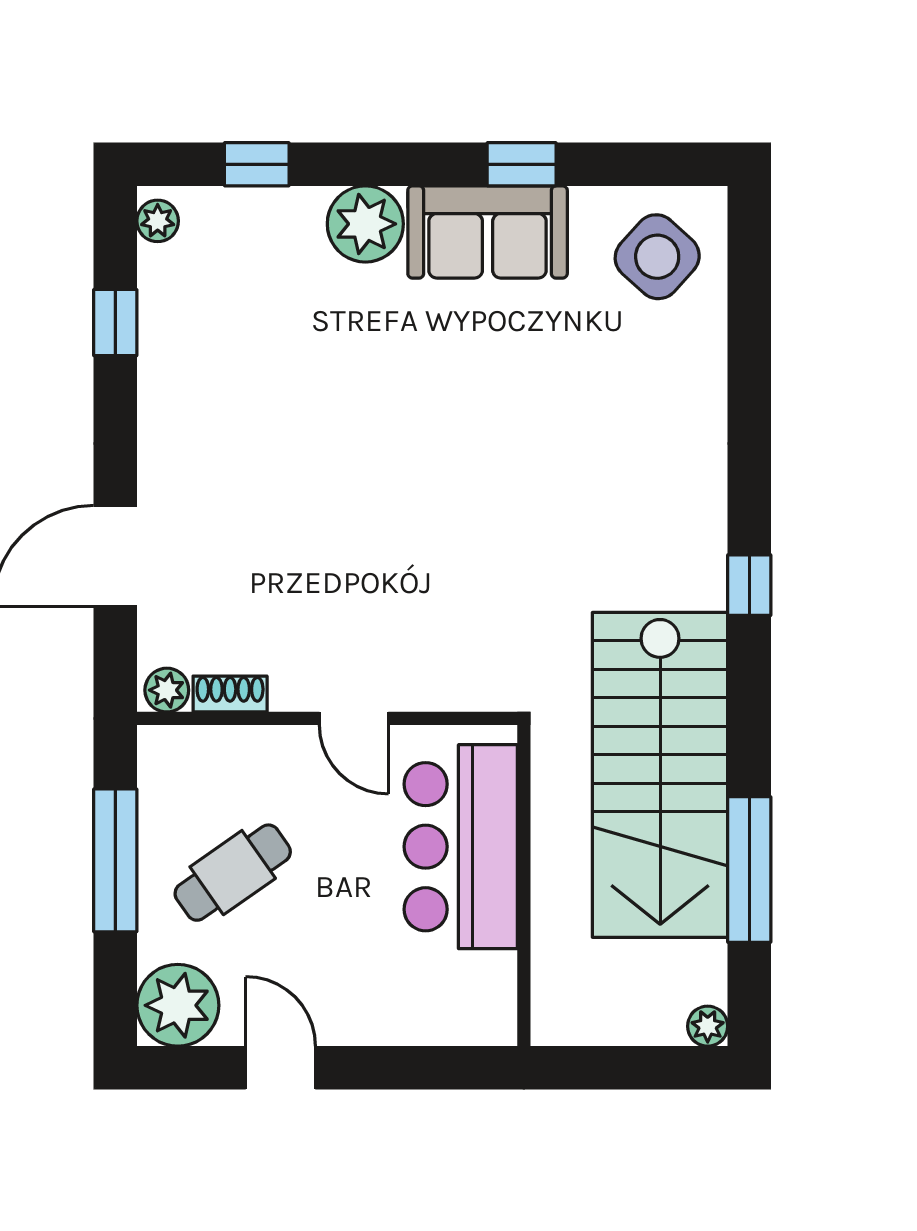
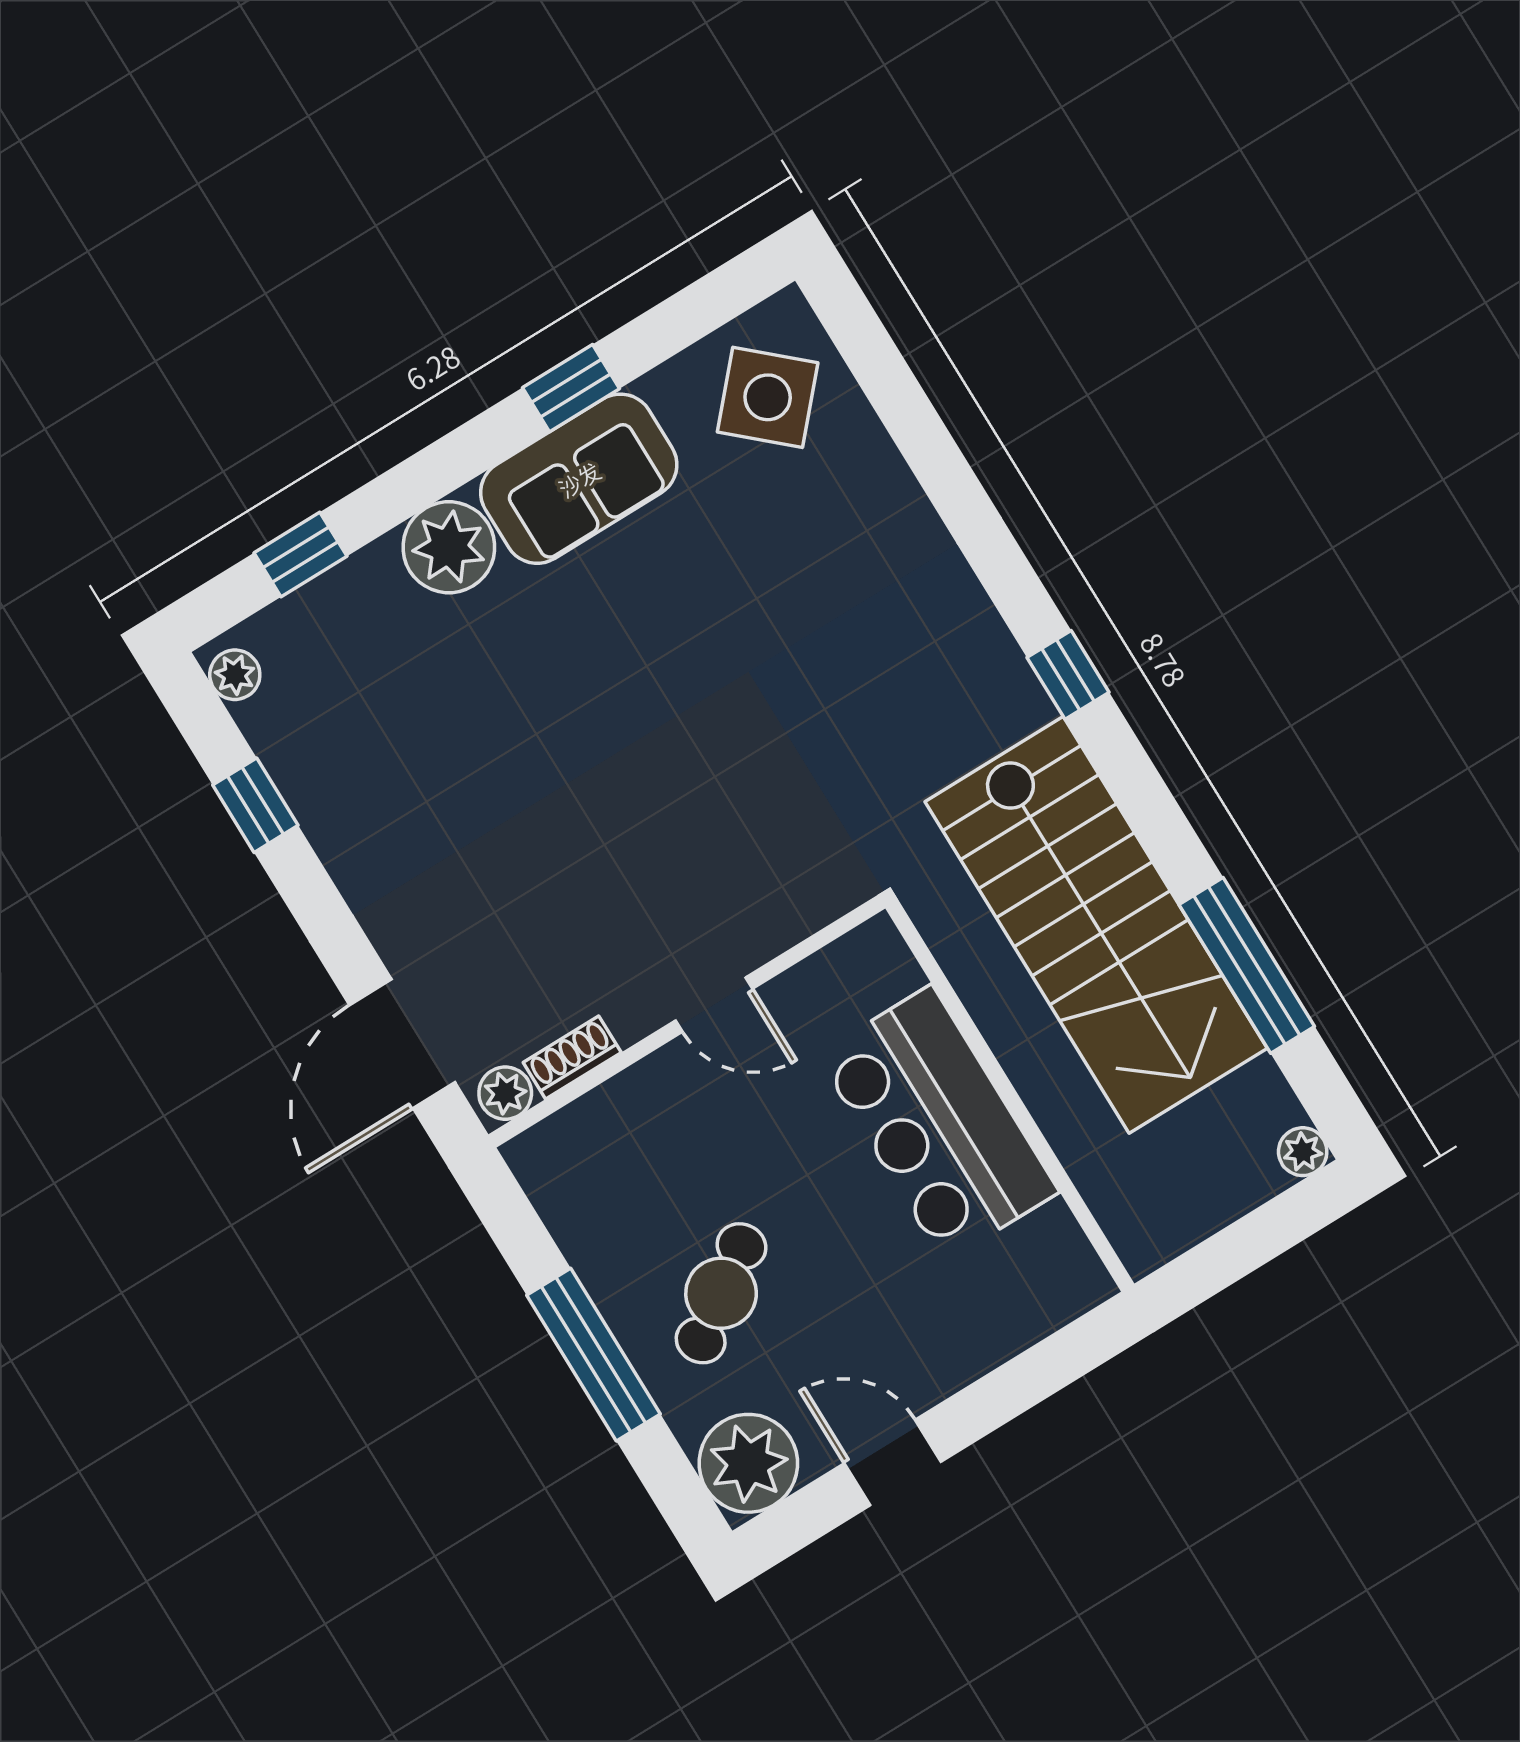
plant: (167, 690) -> (505, 1093), moved
shoe rack: (230, 694) -> (572, 1057), moved
wall: (327, 718) -> (687, 1021), moved
door: (354, 718) -> (714, 1005), moved

